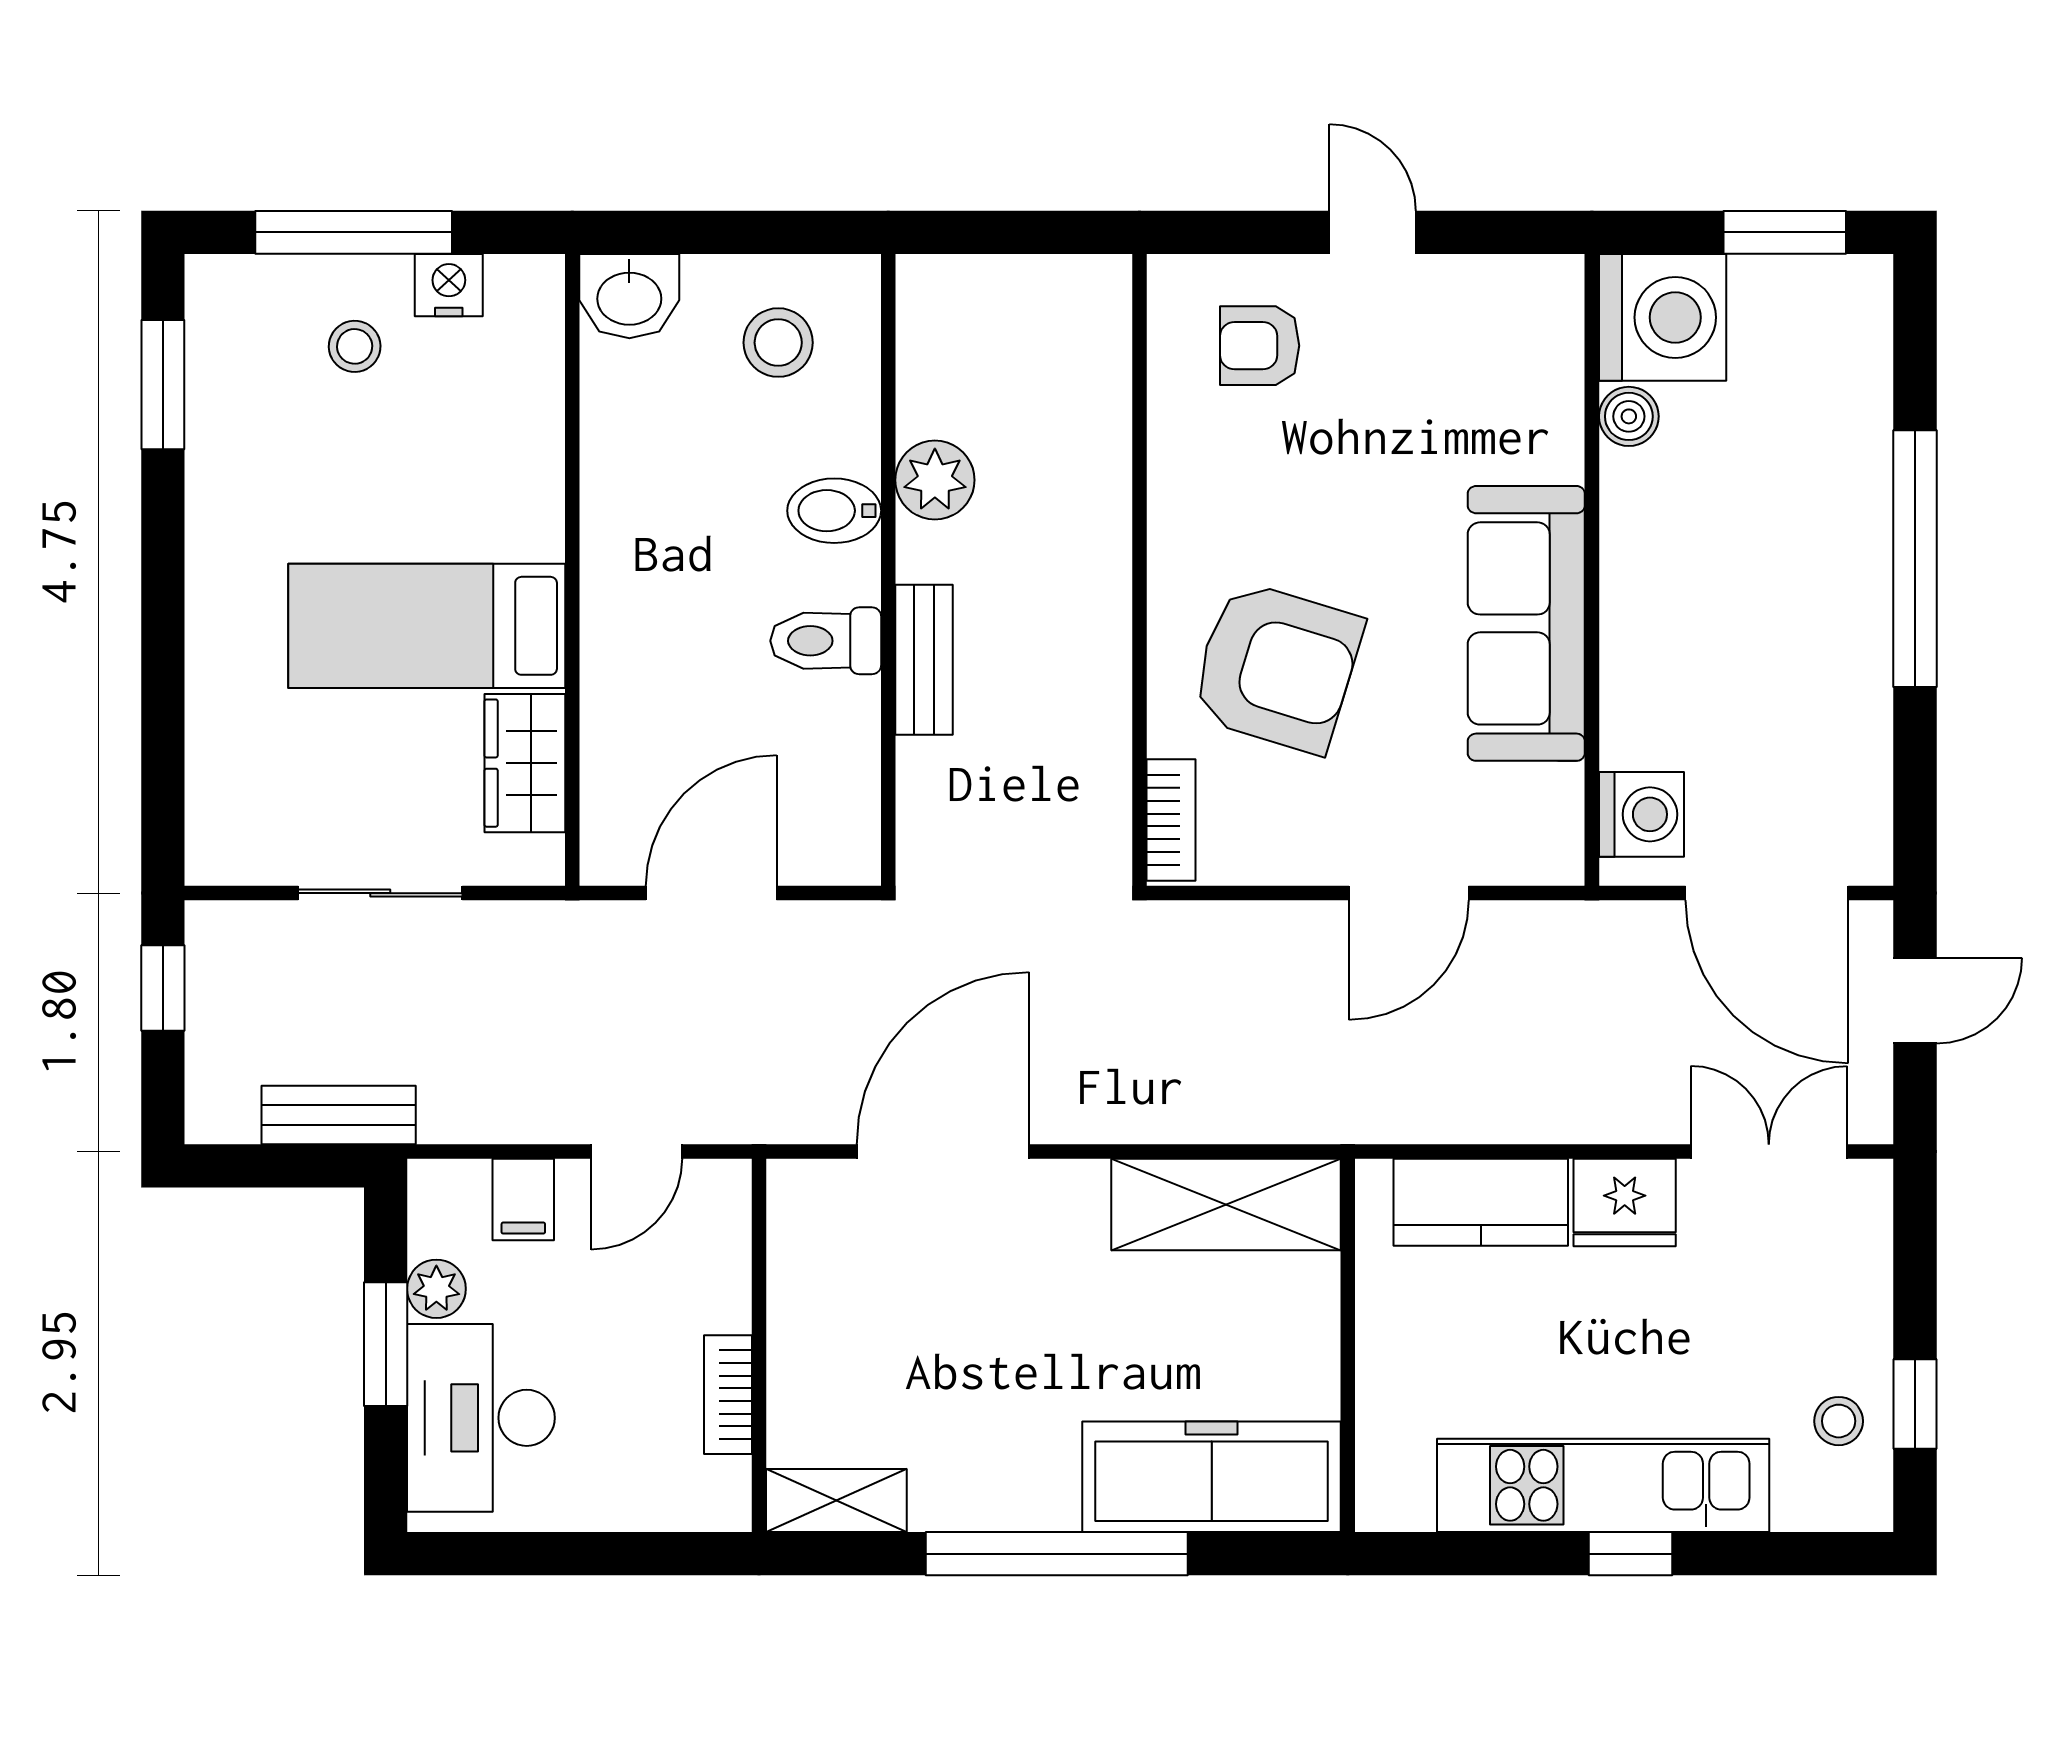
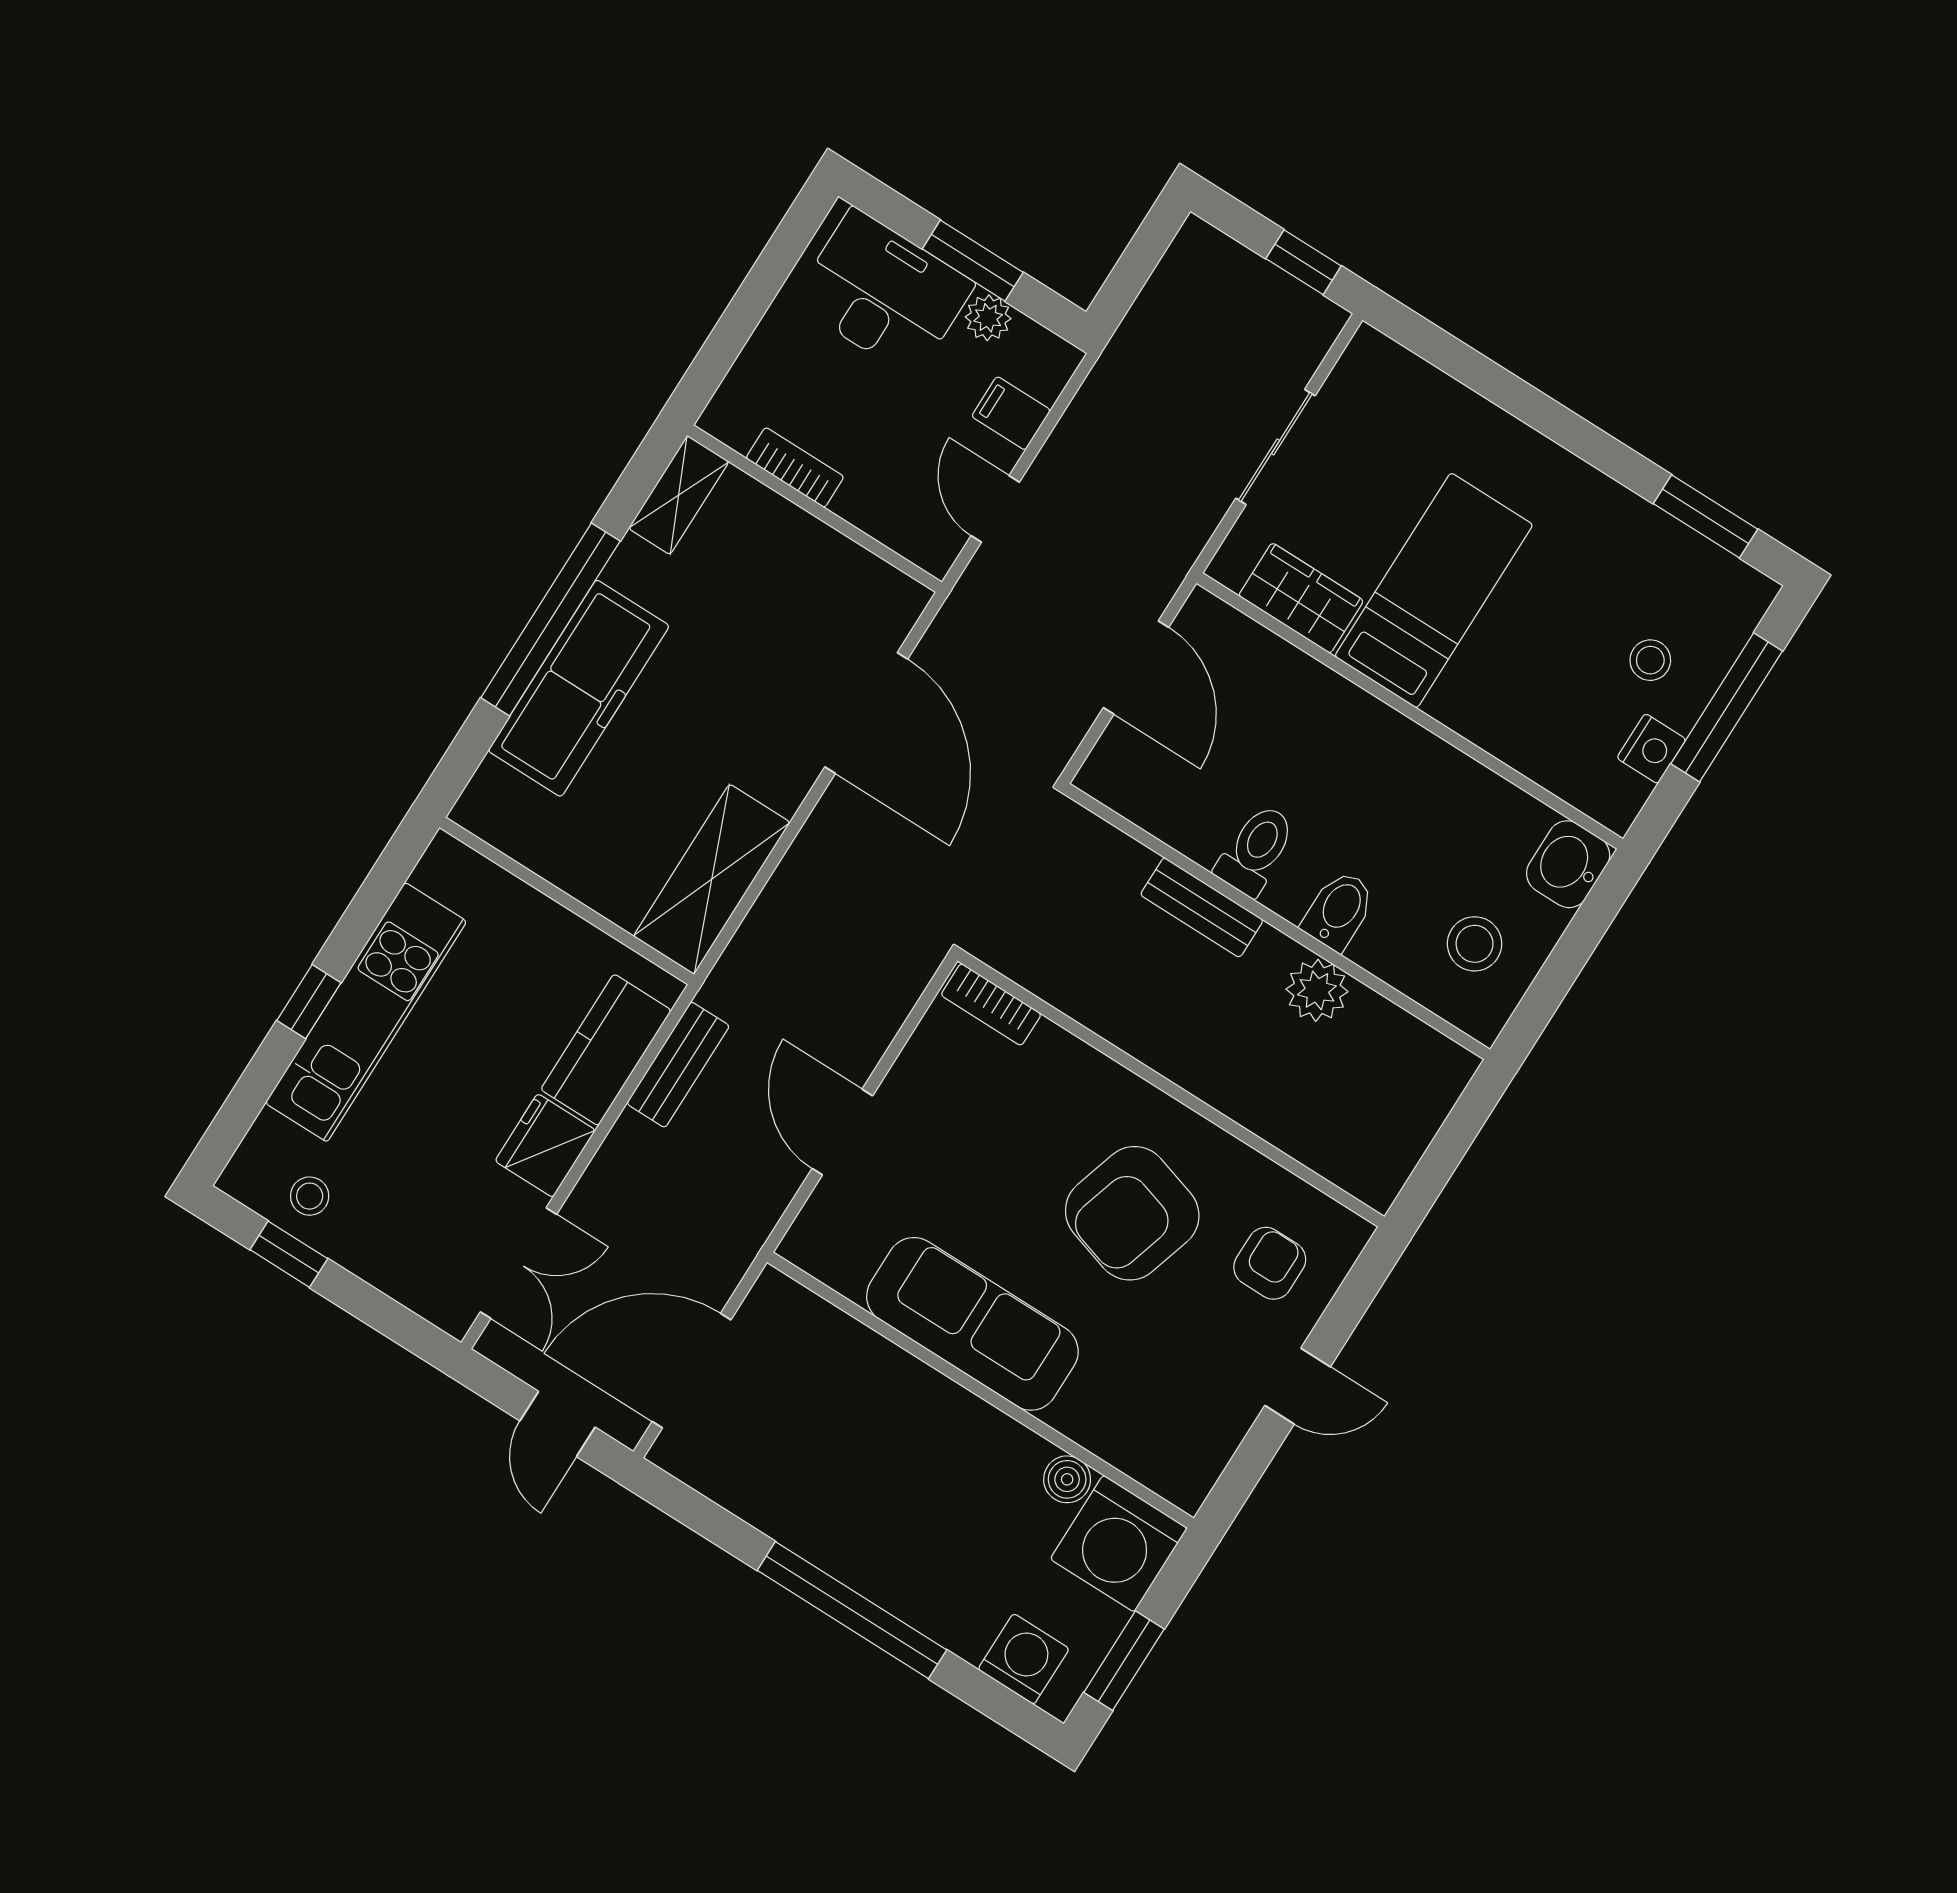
armchair: (1276, 667) -> (1132, 1213), moved
washing machine: (1641, 814) -> (1024, 1659), moved, turned 180
bench: (339, 1115) -> (678, 1065), moved
freezer: (1212, 1477) -> (579, 688), moved

